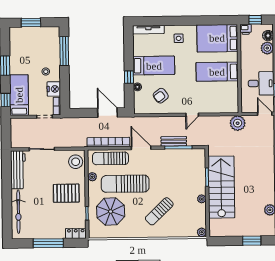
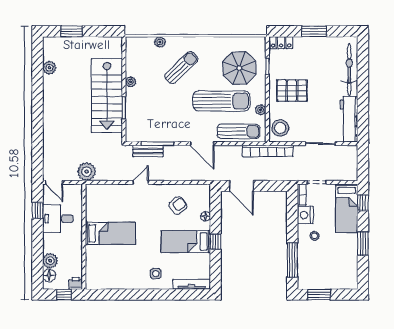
window: (31, 22) -> (319, 295), moved
bed: (217, 38) -> (110, 273), removed
window: (129, 77) -> (215, 242), moved
bench: (174, 141) -> (148, 151), moved
bookcase: (108, 142) -> (268, 151), moved
plant: (202, 232) -> (160, 42), moved
window: (48, 243) -> (314, 31), width x0.69

